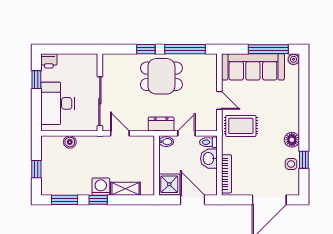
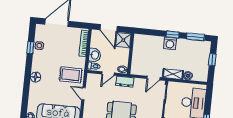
door: (120, 133) -> (153, 78), hinge flipped
floor lamp: (292, 140) -> (36, 77), moved
shelving: (125, 189) -> (173, 74), moved

